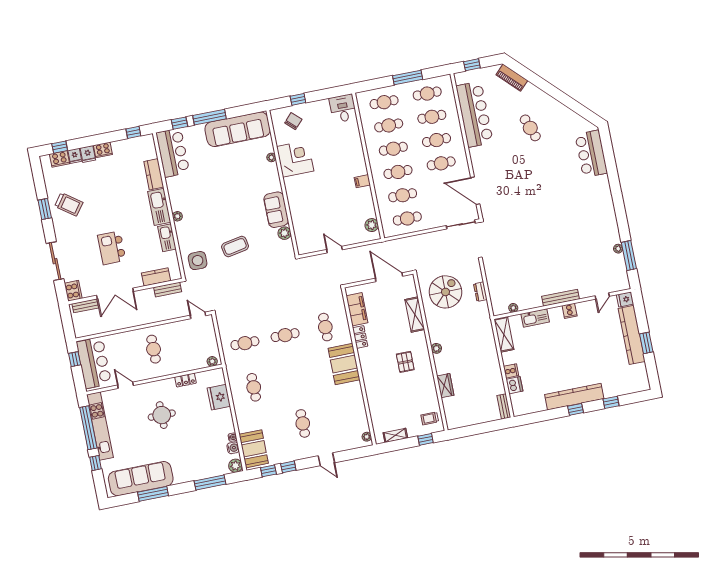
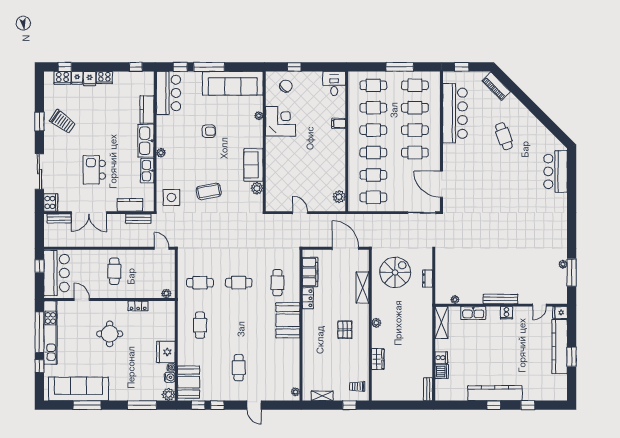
filing cabinet: (362, 181) -> (339, 123), moved
armchair: (223, 184) -> (209, 131), added
fridge: (219, 397) -> (166, 352), moved

